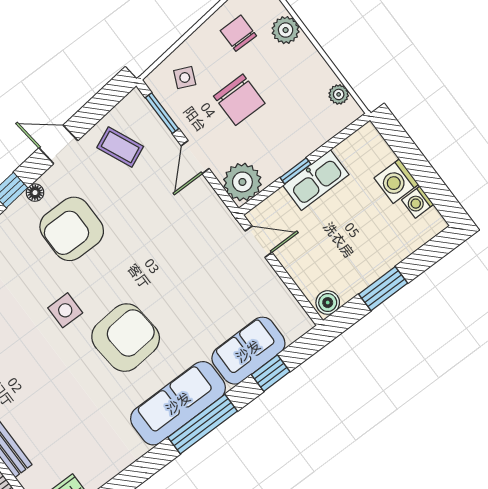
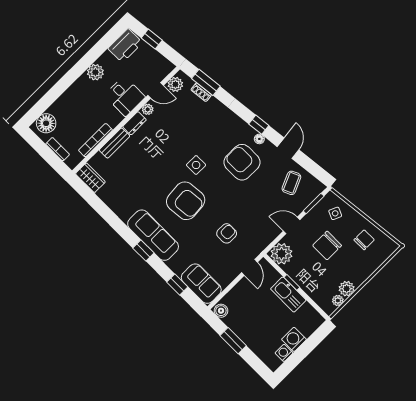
plant: (286, 30) -> (347, 289), moved
armchair: (193, 274) -> (227, 233), added
sofa: (248, 351) -> (201, 284), moved
window: (203, 424) -> (143, 250), width x0.46

